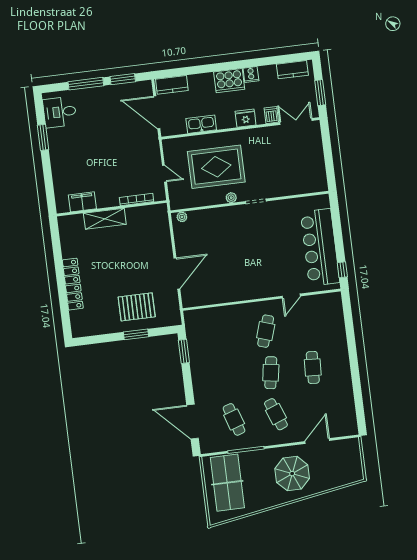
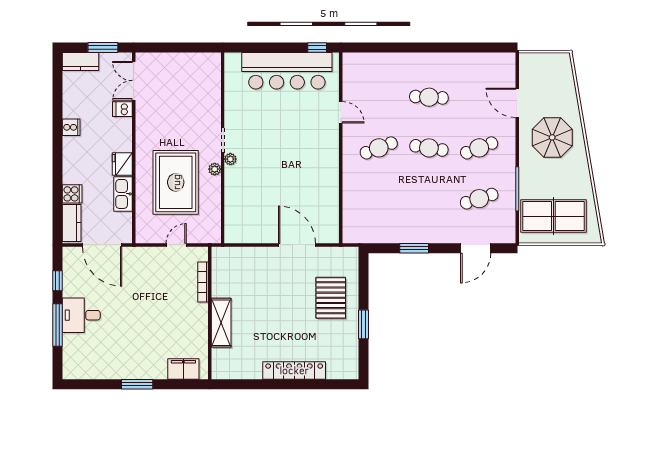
kitchen counter: (292, 70) -> (81, 61), moved, turned 90
window: (123, 79) -> (58, 281), width x0.67
cooker: (229, 81) -> (72, 194), moved, width x0.53, depth x0.76
desk: (60, 112) -> (81, 315), moved, turned 90
door: (157, 112) -> (102, 245), hinge flipped
fridge: (246, 118) -> (122, 164), moved
window: (43, 137) -> (137, 384), moved
filing cabinet: (82, 202) -> (183, 369), moved, turned 90
plant: (182, 217) -> (230, 159), moved
cafe table: (266, 331) -> (379, 148), turned -39
window: (136, 334) -> (363, 324), moved
window: (184, 351) -> (414, 248), moved
door: (193, 422) -> (476, 248), width x0.73

